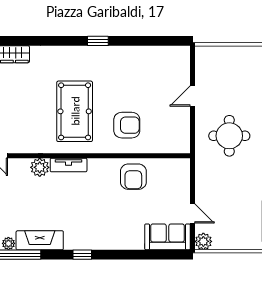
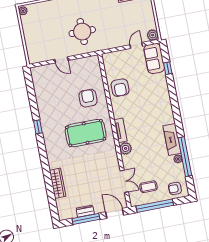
armchair: (133, 177) -> (120, 88), turned 90
window: (82, 255) -> (168, 68), moved

